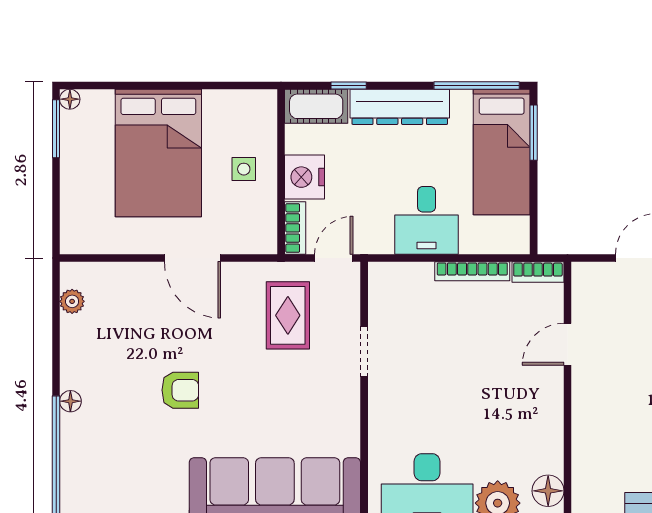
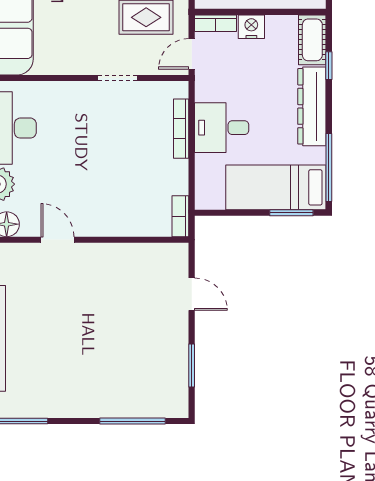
nightstand: (305, 177) -> (251, 27), width x0.74, depth x0.75
door: (334, 258) -> (192, 54), swing flipped
bookcase: (472, 271) -> (181, 129), moved
door: (568, 344) -> (58, 240), moved

